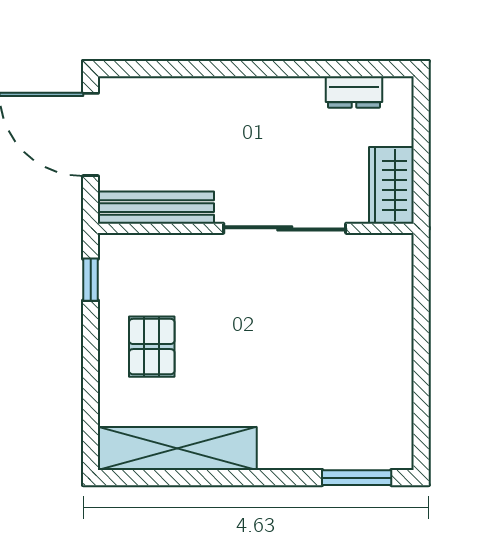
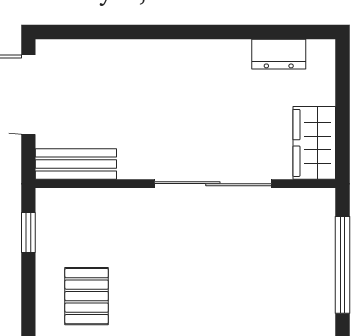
bench: (156, 208) -> (76, 164), width x0.73
window: (421, 314) -> (343, 265), added

